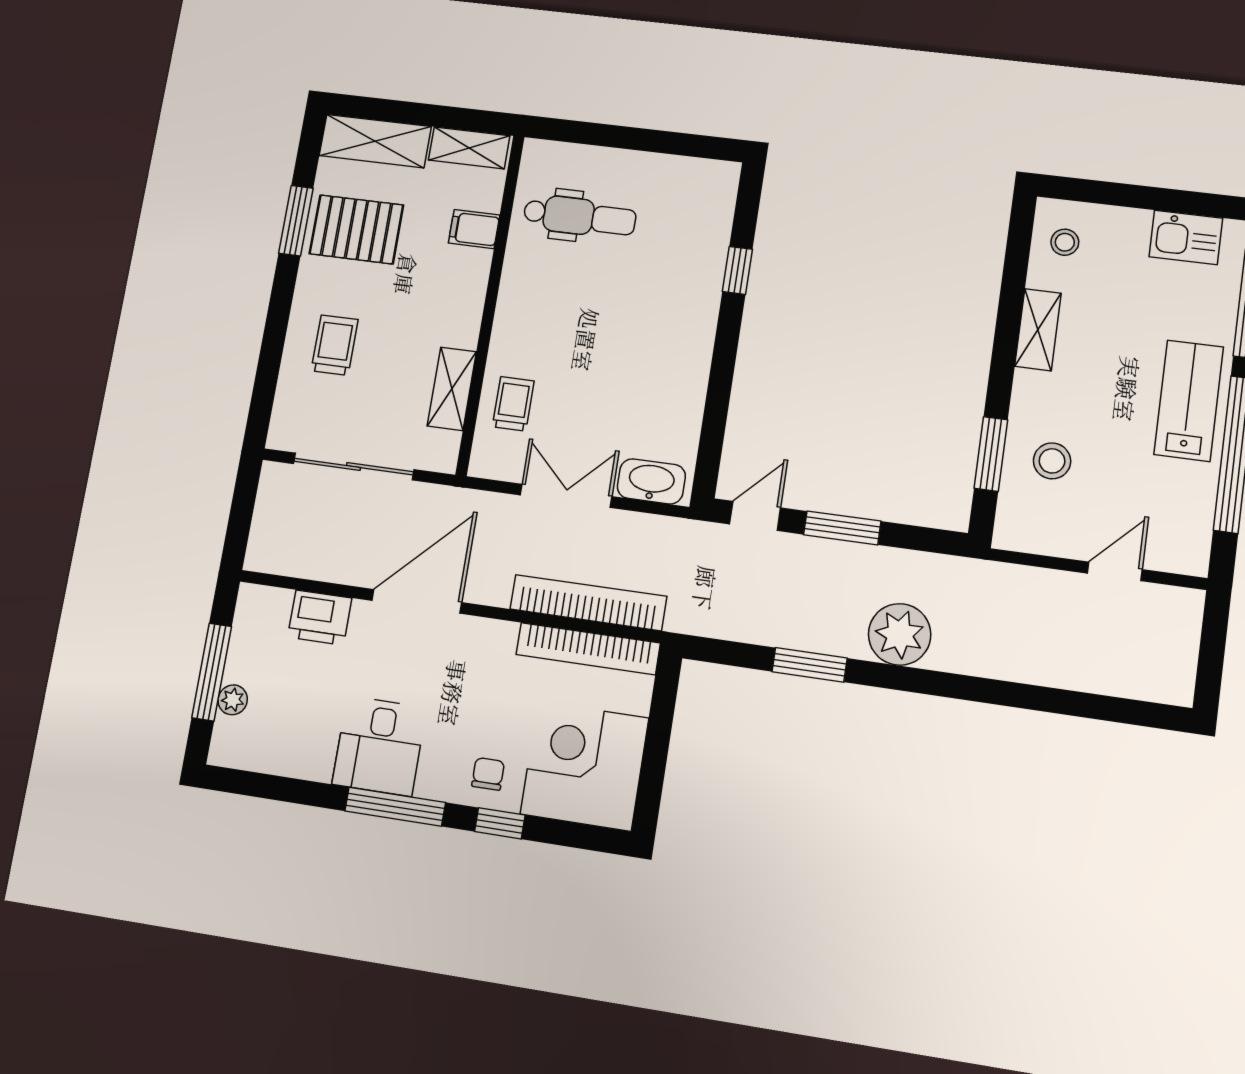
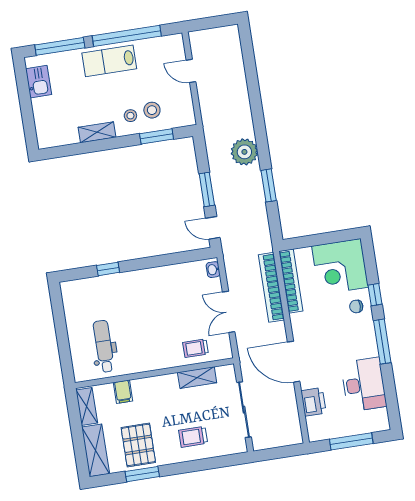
stool: (1065, 242) -> (130, 116), moved
washbasin: (651, 481) -> (213, 270), width x0.52, depth x0.69
plant: (233, 700) -> (360, 428), removed
desk: (379, 746) -> (364, 385), moved, width x1.37

